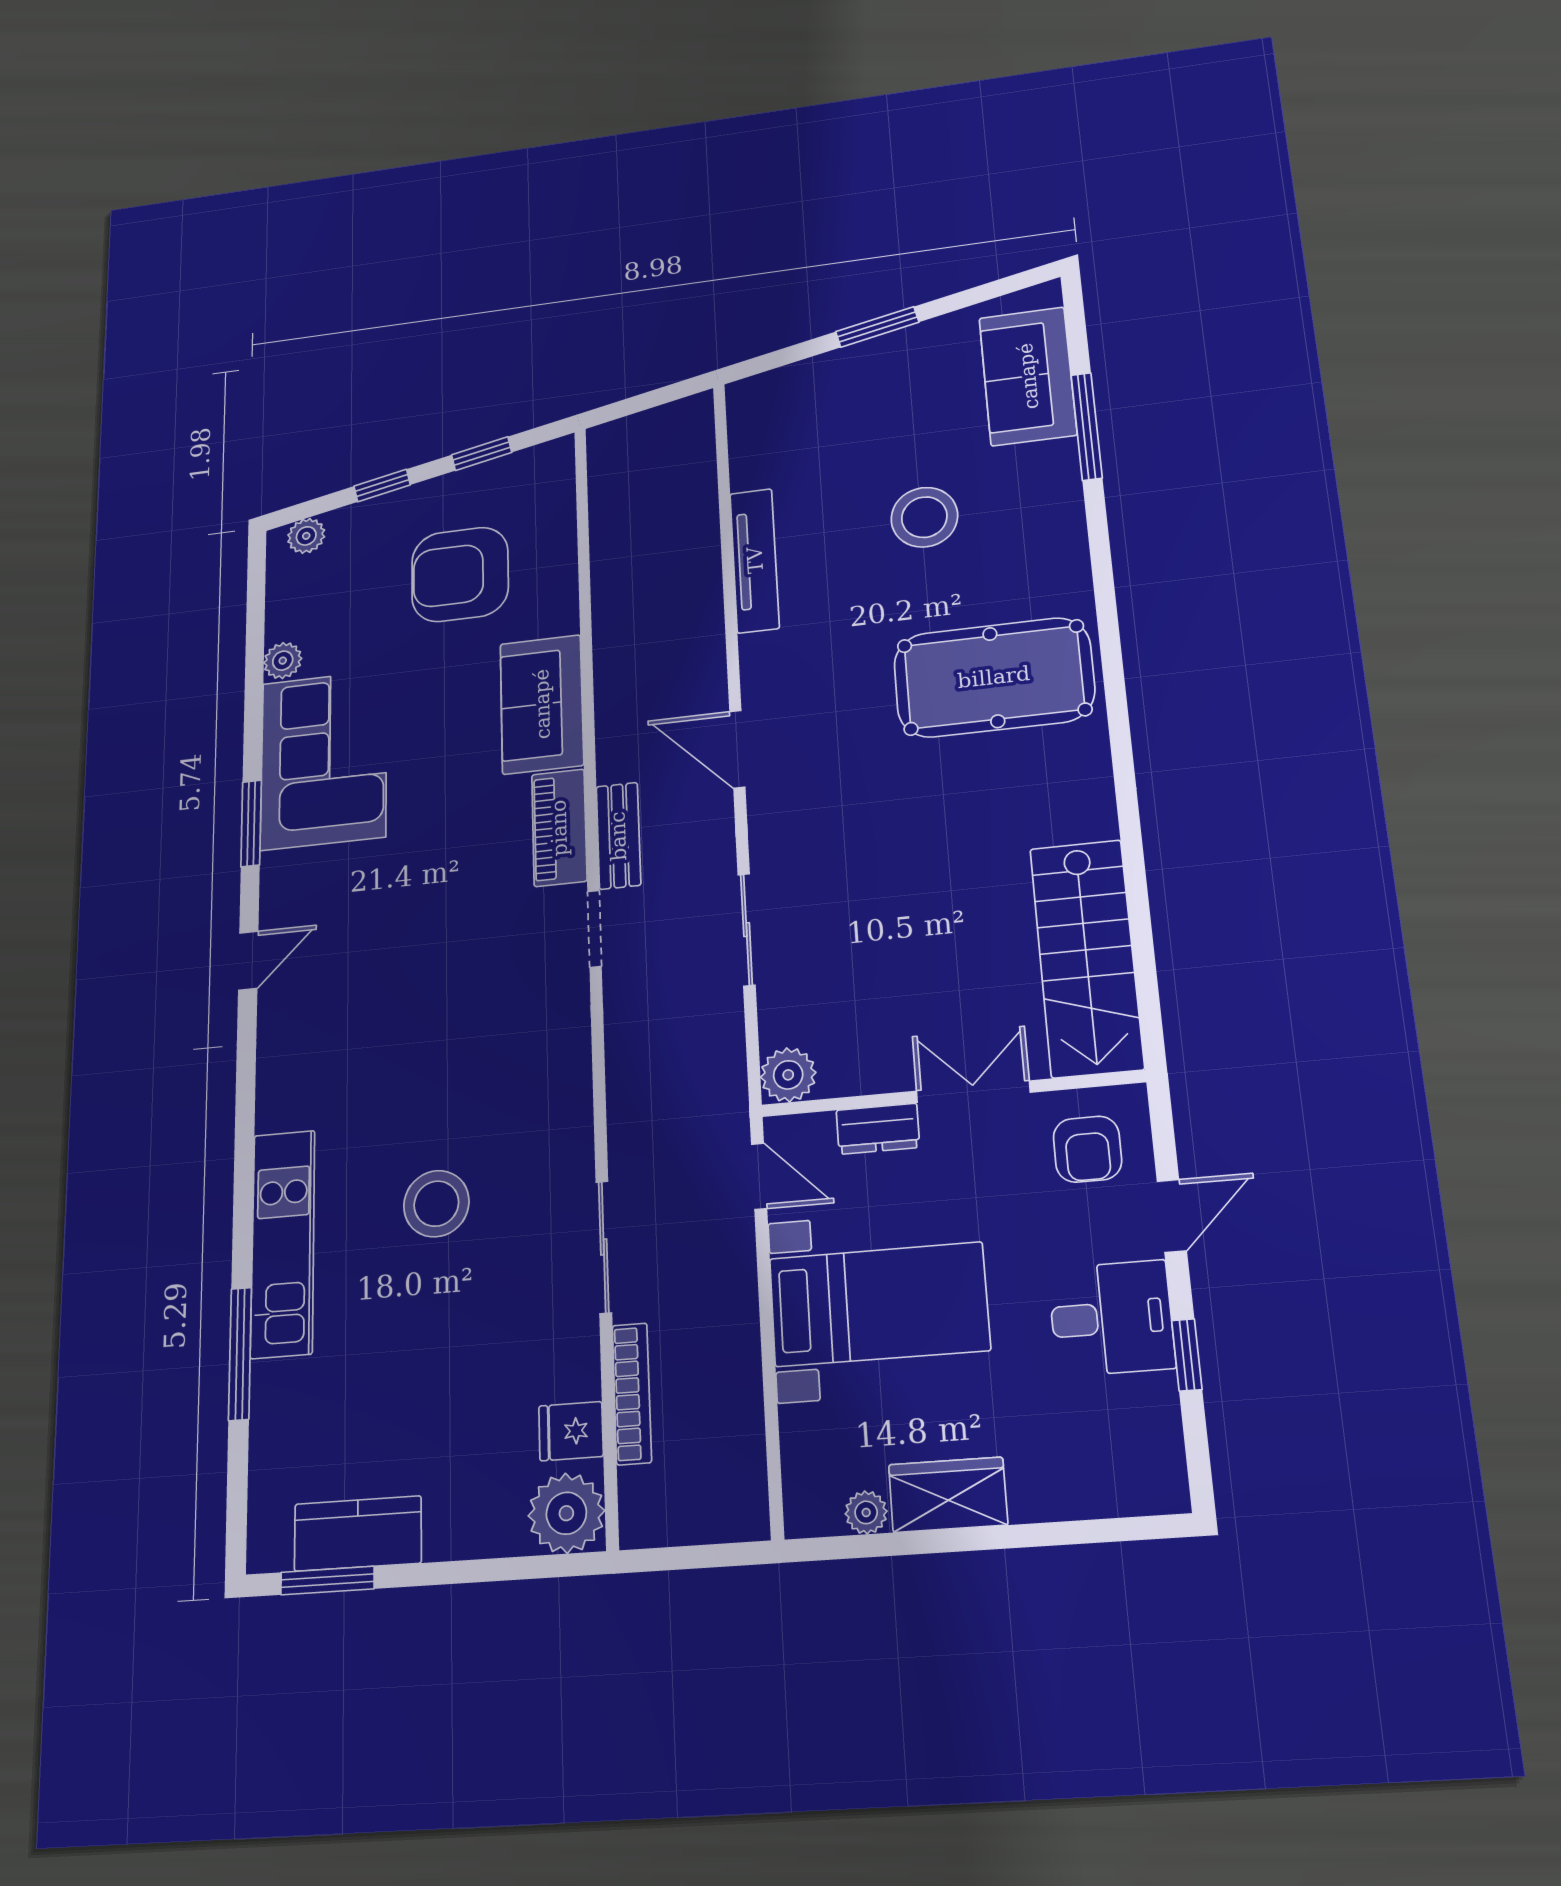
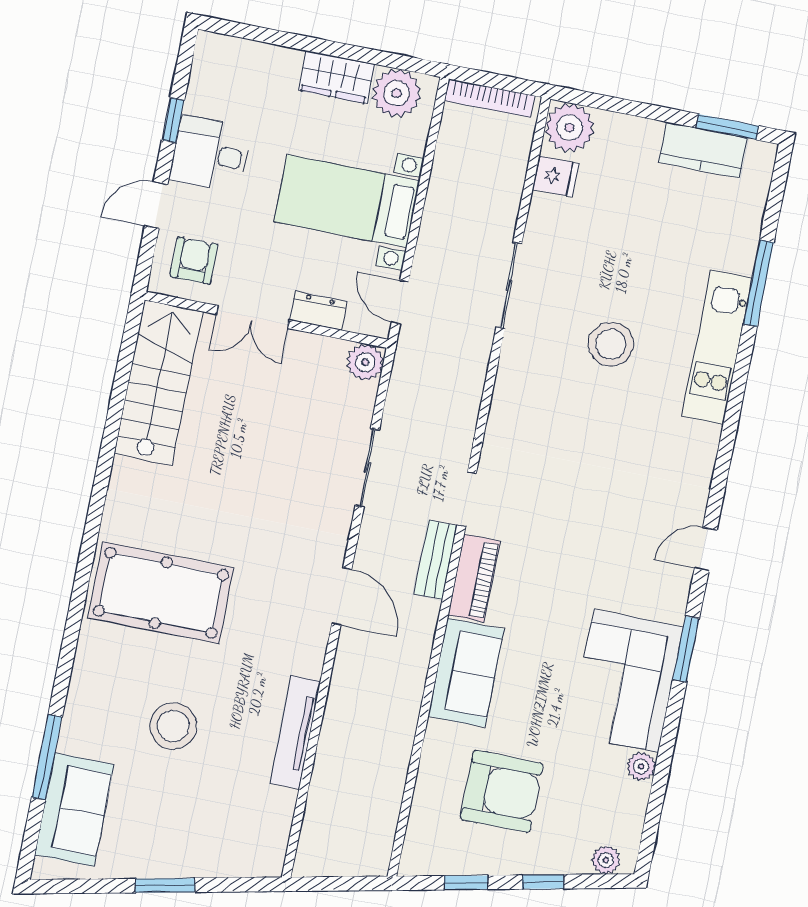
bookcase: (632, 1394) -> (489, 98), moved, turned -90
plant: (866, 1512) -> (397, 93), width x1.88, depth x1.88

